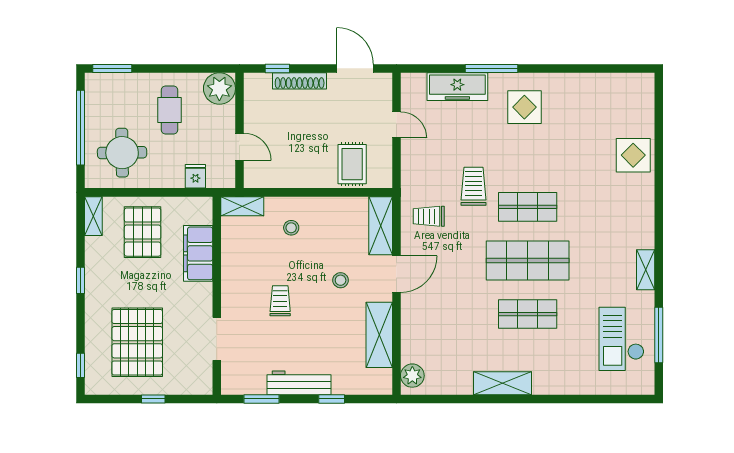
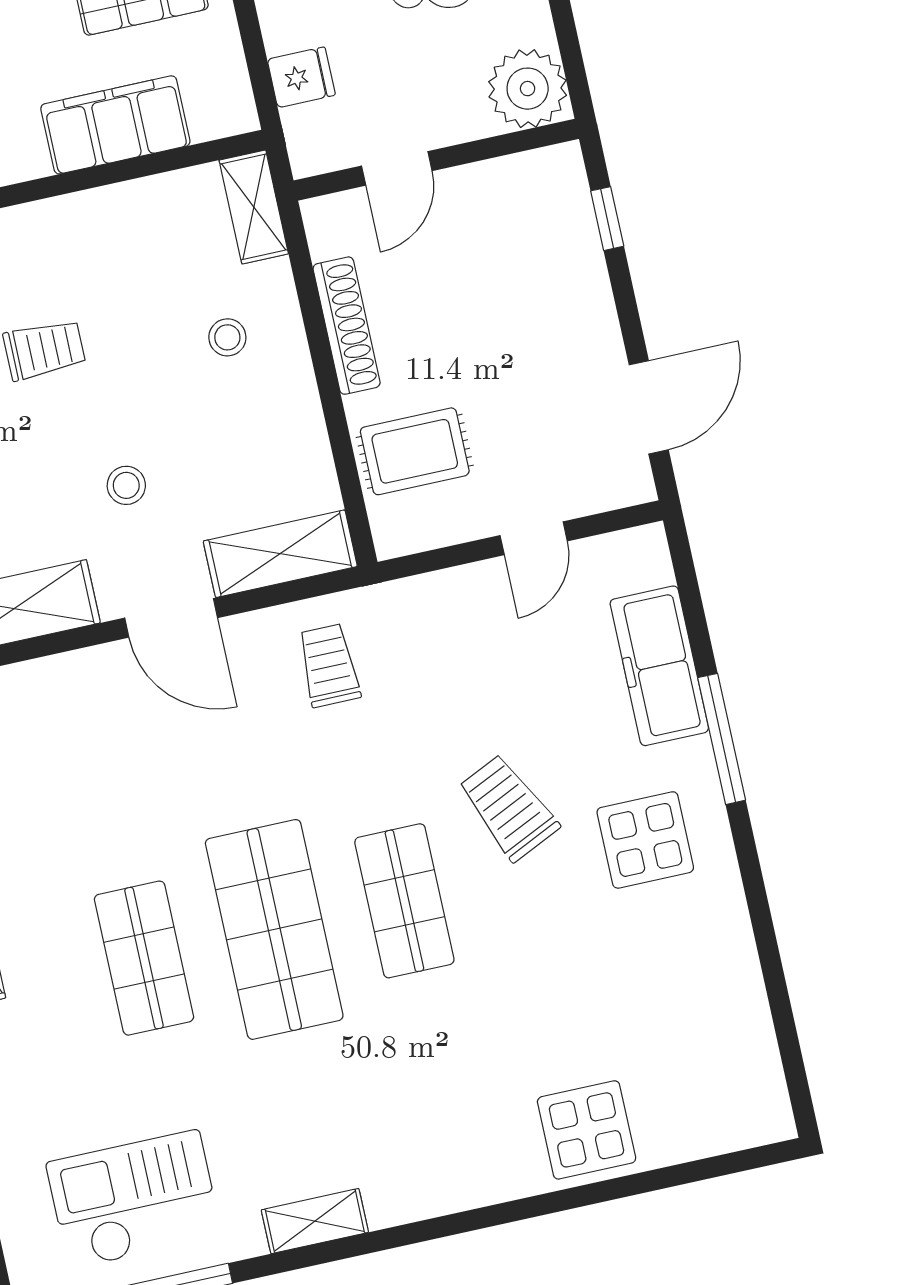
shoe rack: (300, 81) -> (347, 326), moved, turned 180
trolley: (474, 186) -> (508, 808), moved, turned -115

